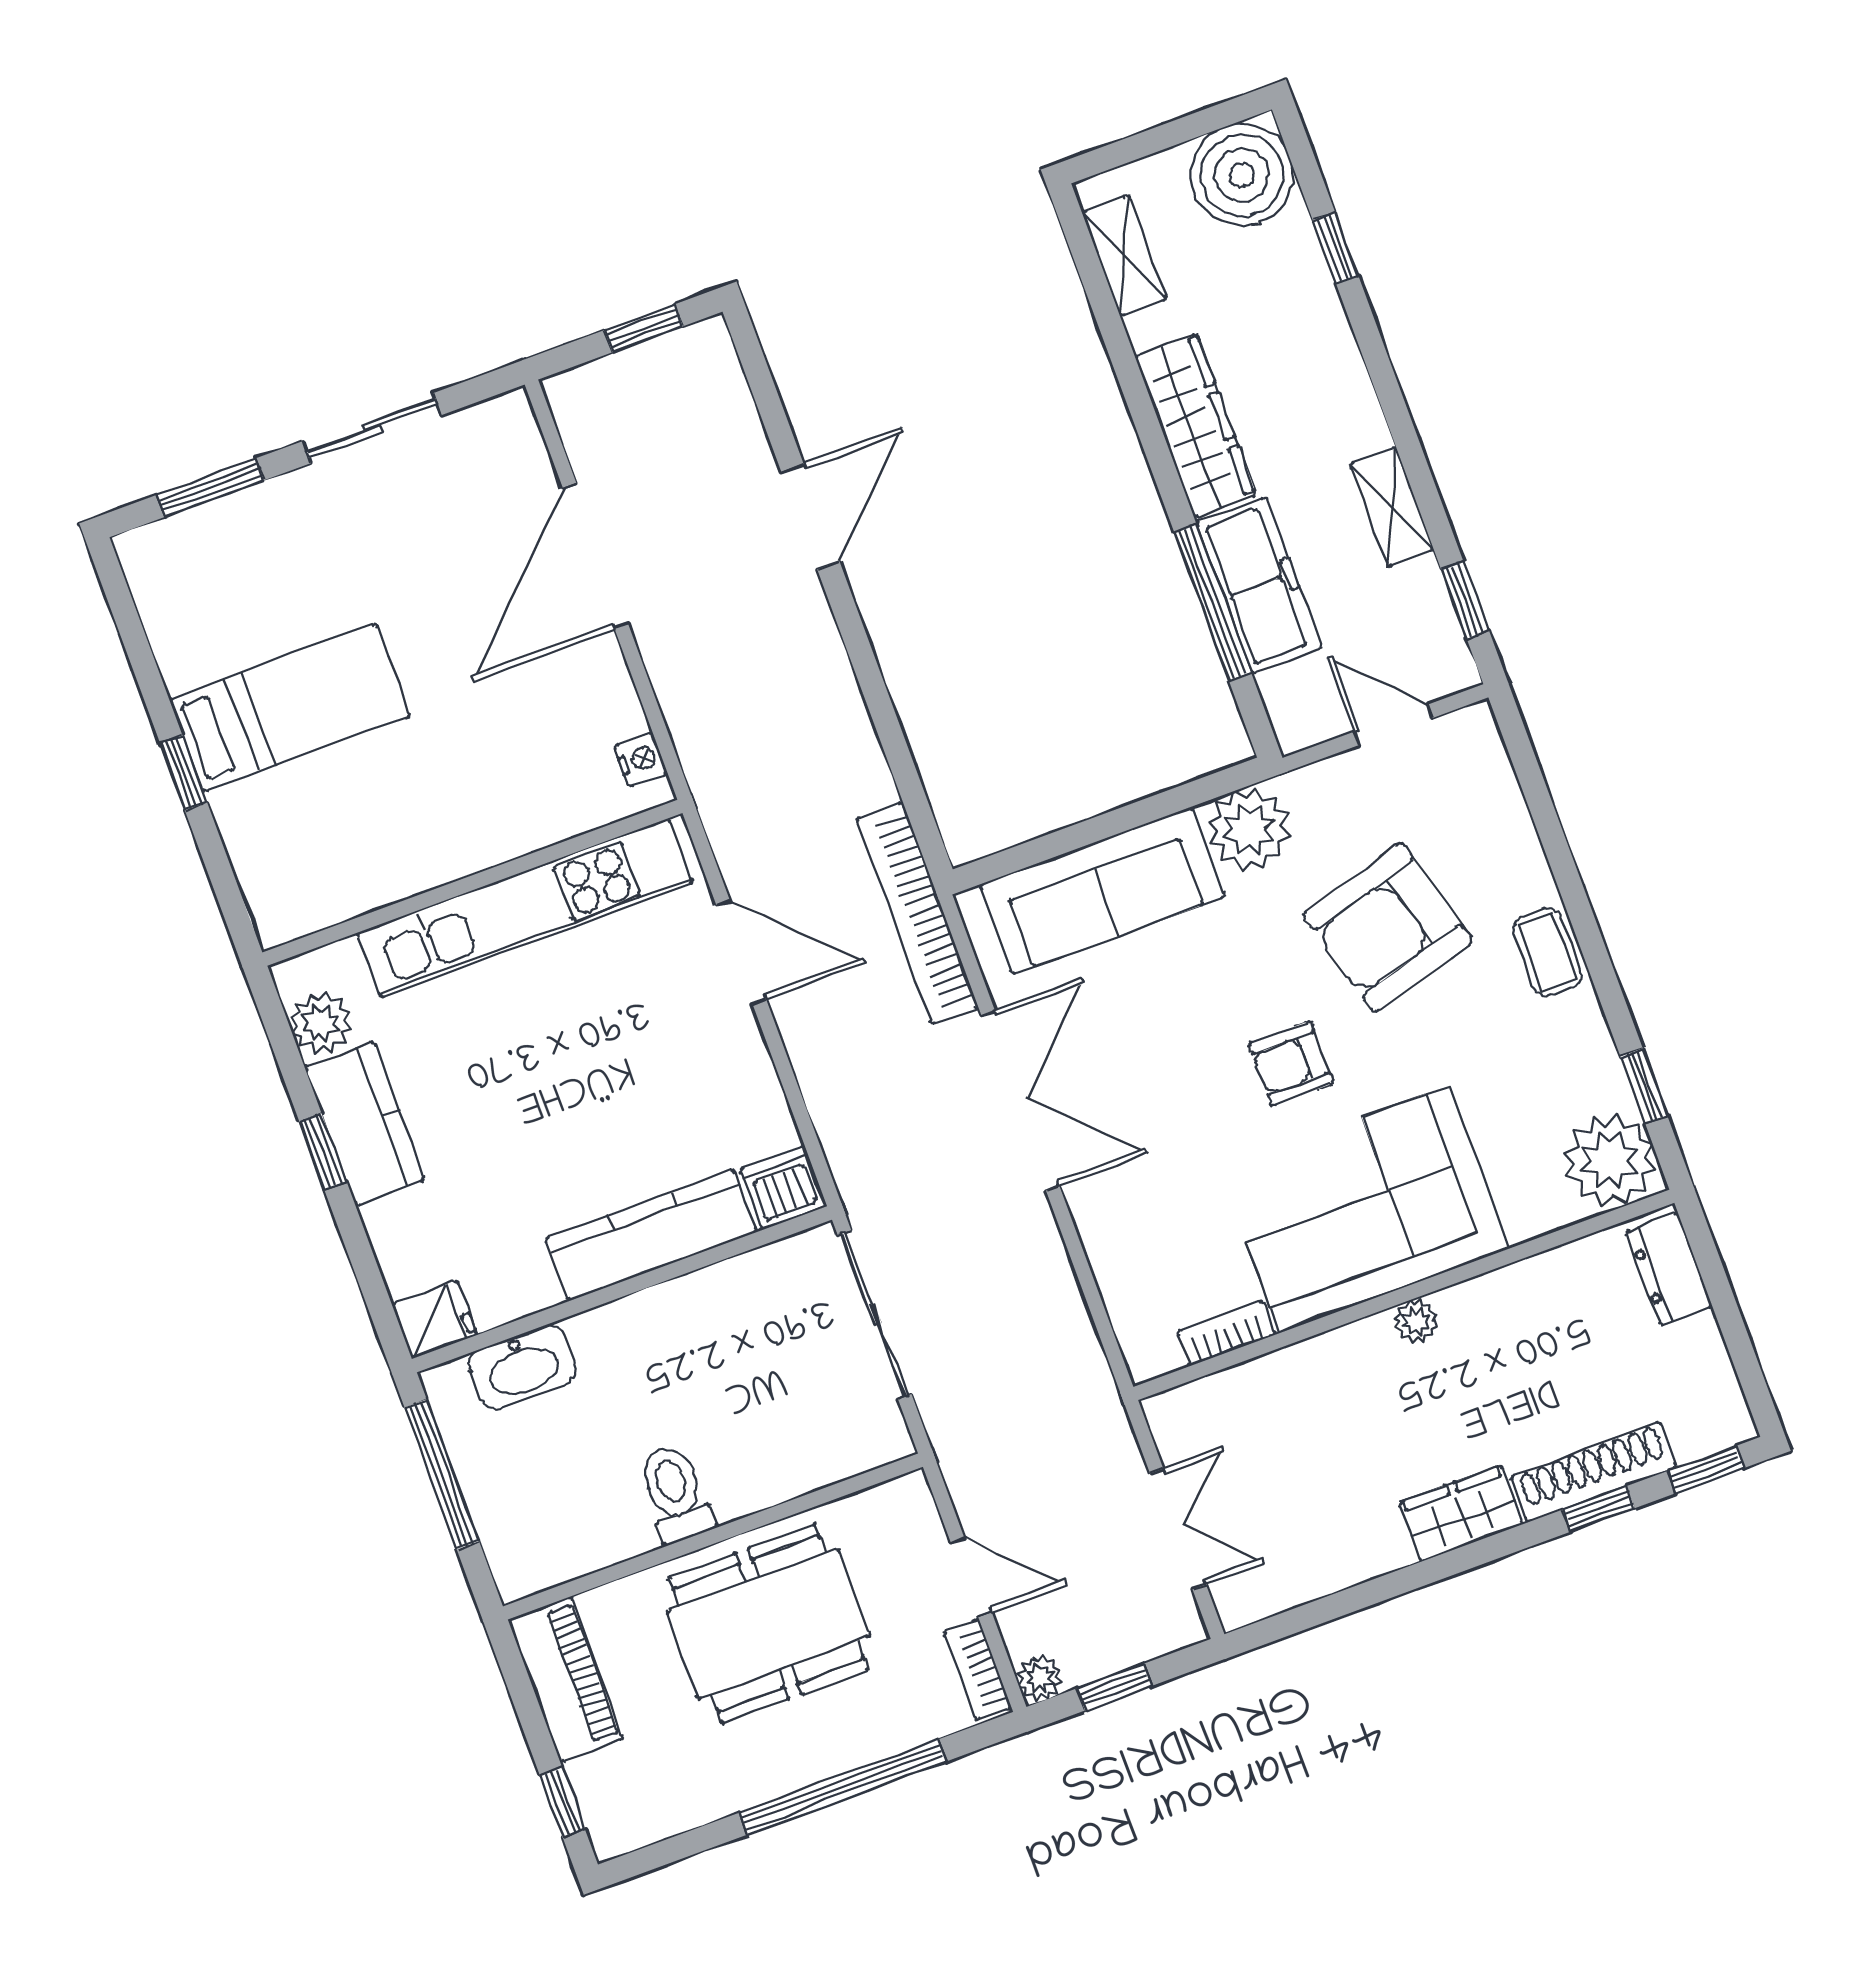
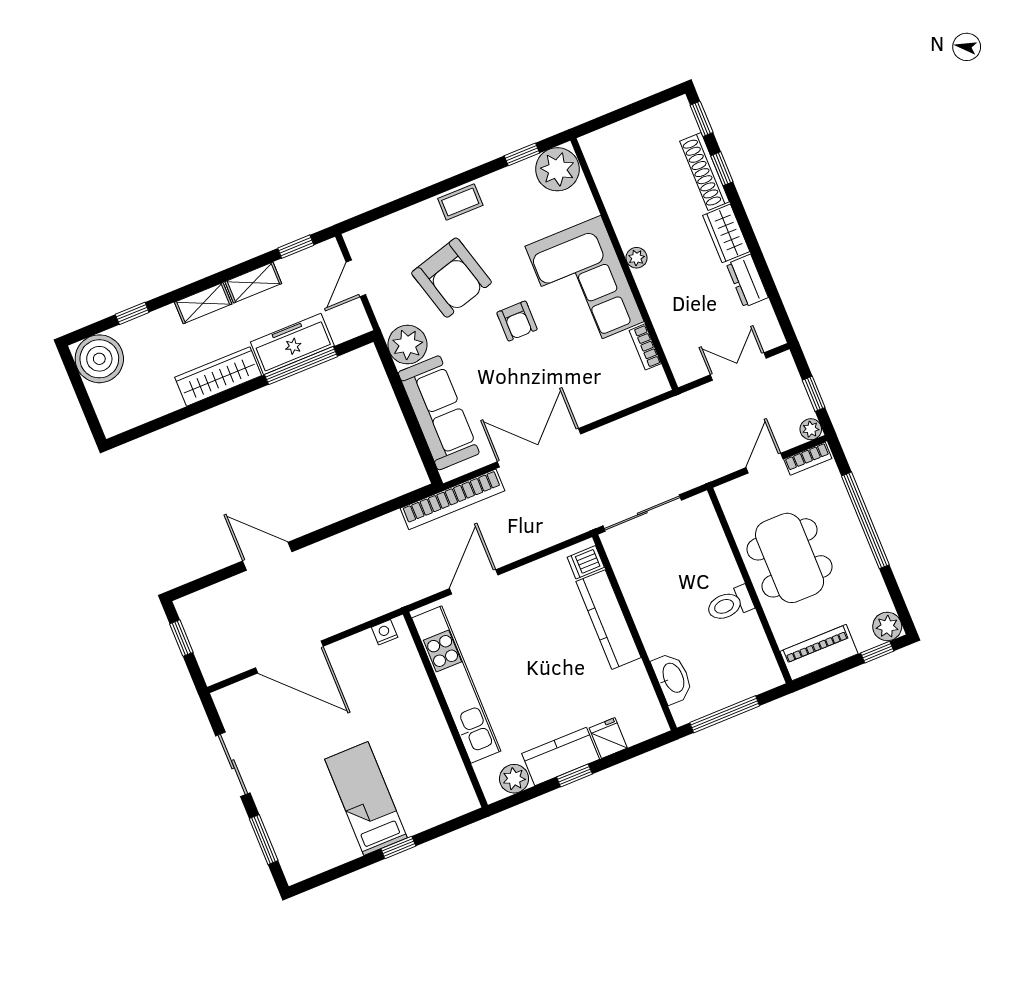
shelving: (1124, 255) -> (203, 303), moved
dishwasher: (783, 1188) -> (586, 562), width x0.73
dresser: (1669, 1269) -> (747, 281), moved, turned 90
fridge: (435, 1319) -> (608, 738), moved
plant: (616, 1826) -> (887, 626), added

